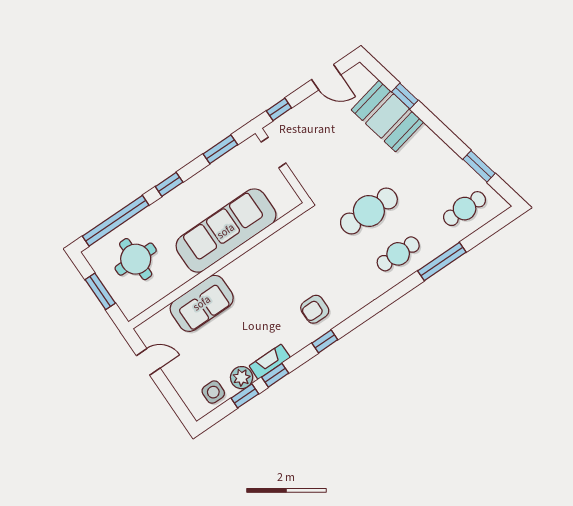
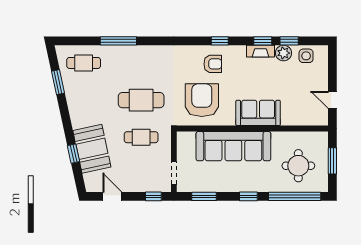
cafe table: (398, 254) -> (141, 137), moved
armchair: (299, 259) -> (202, 100), added
sofa: (202, 303) -> (258, 113), moved

